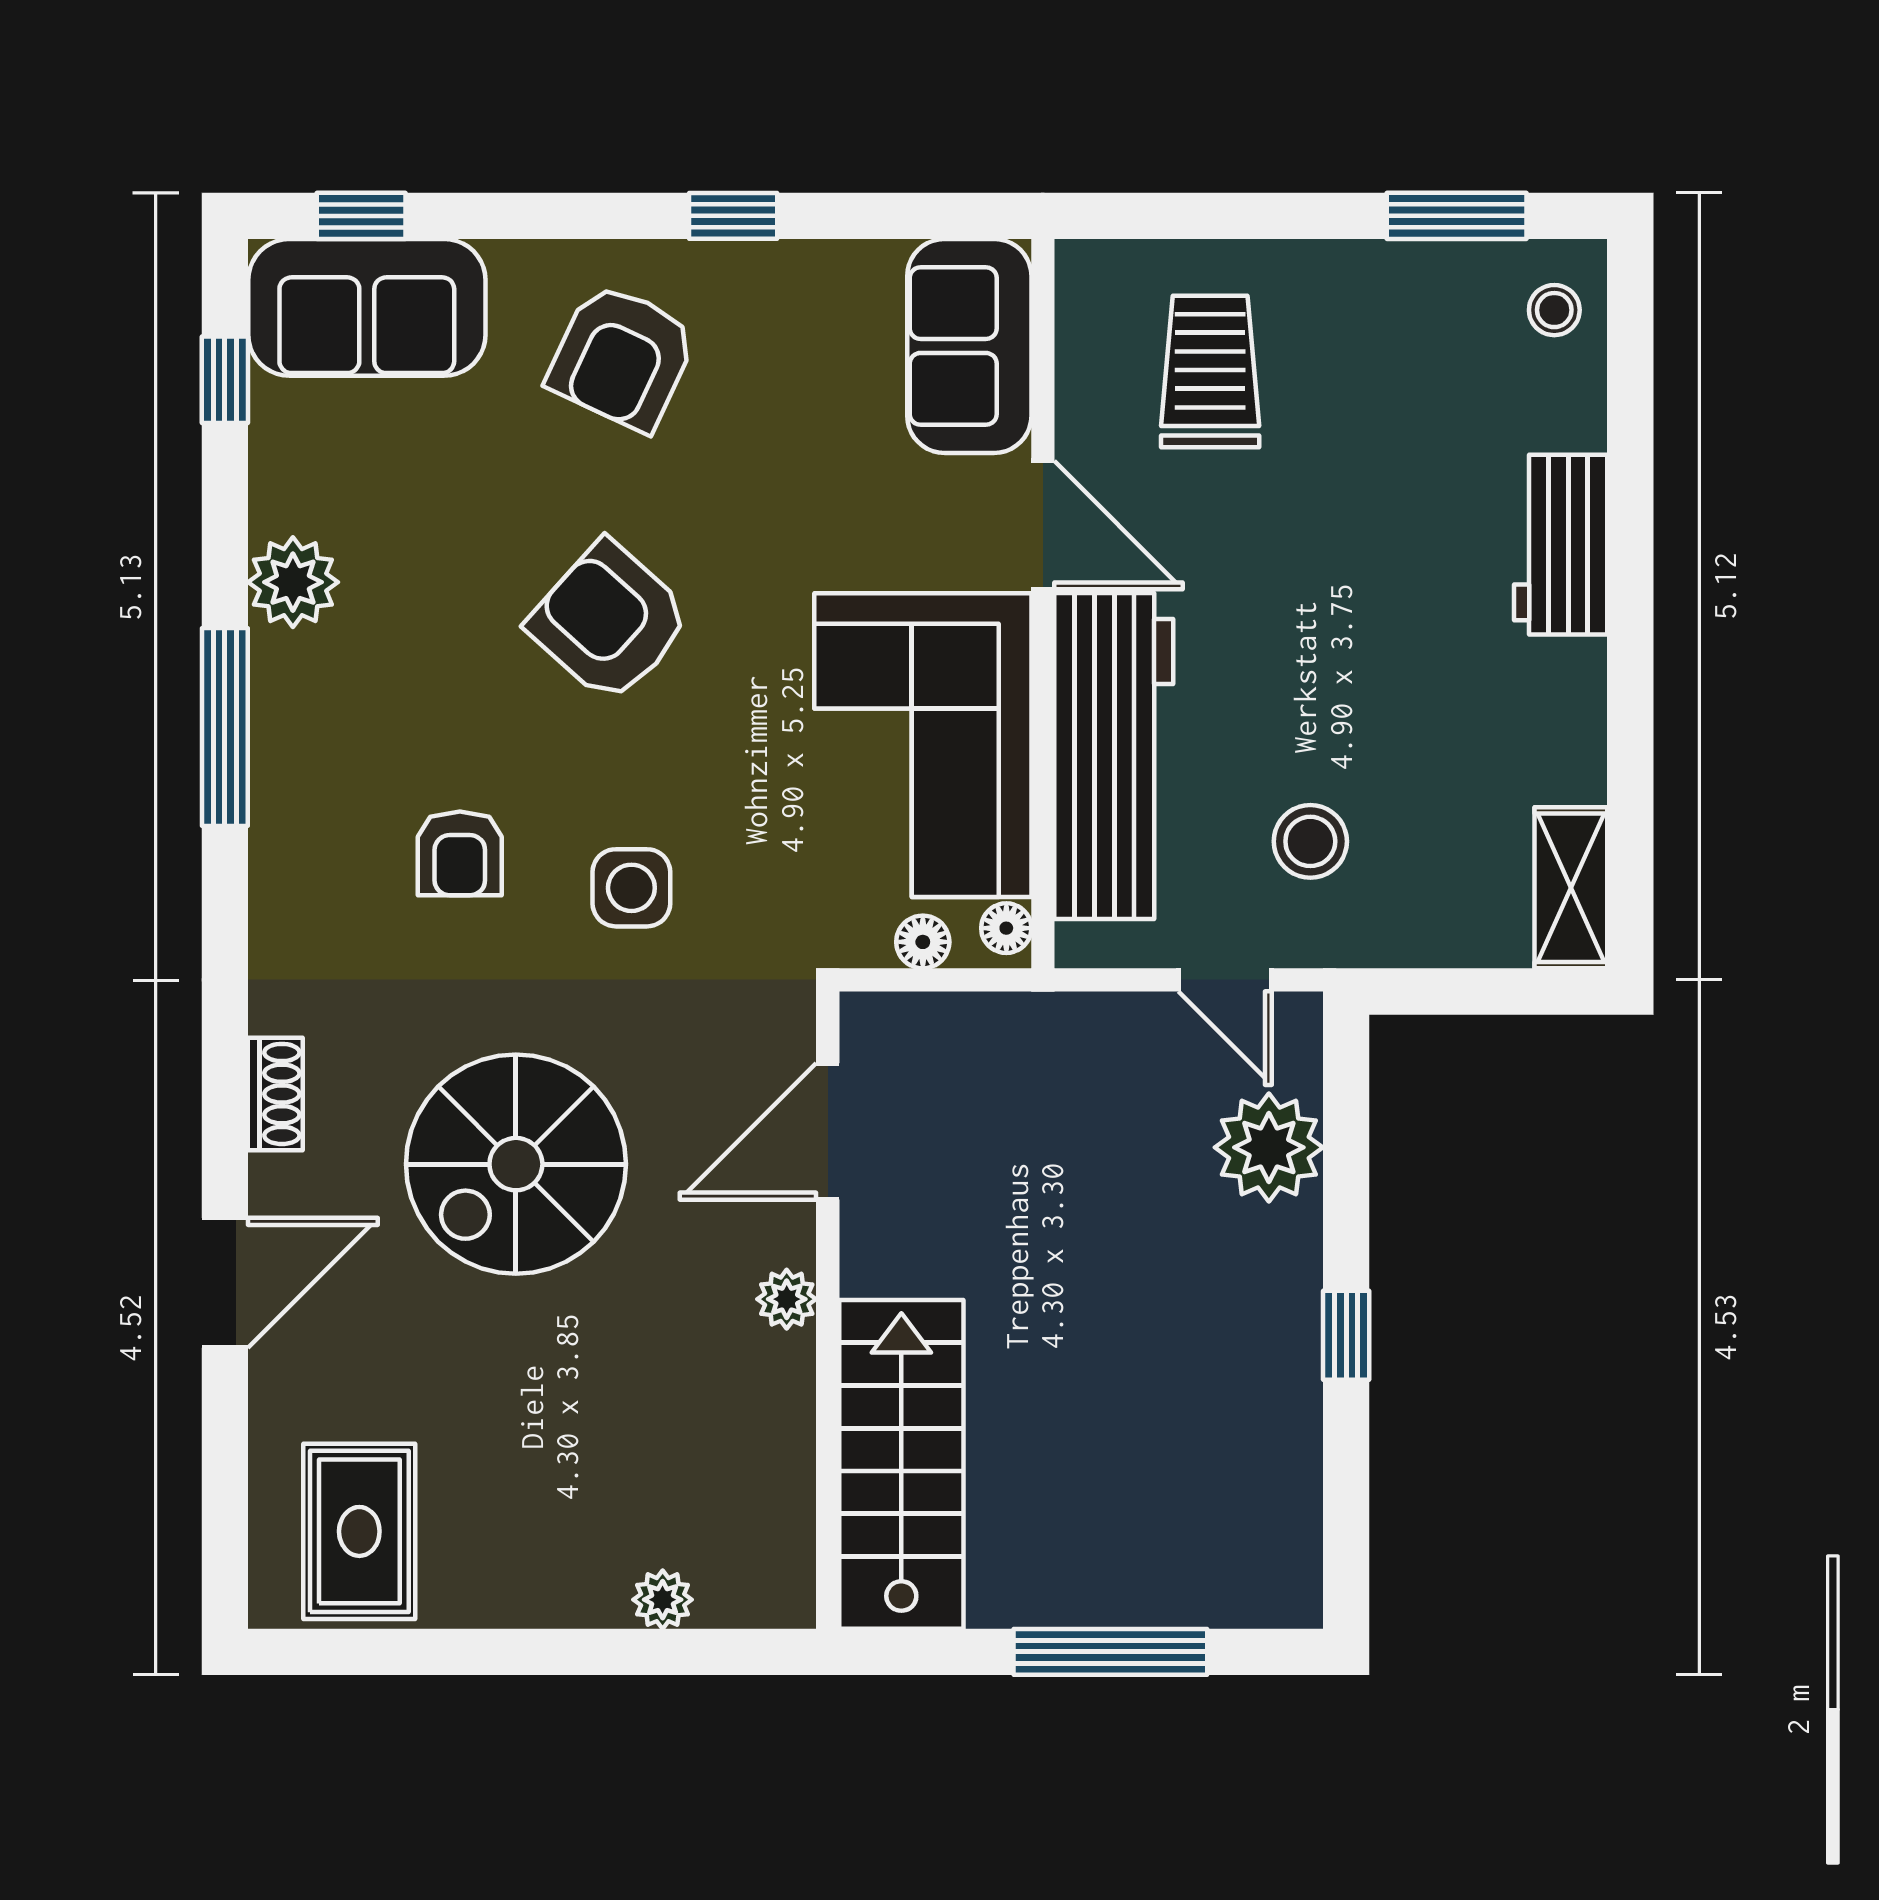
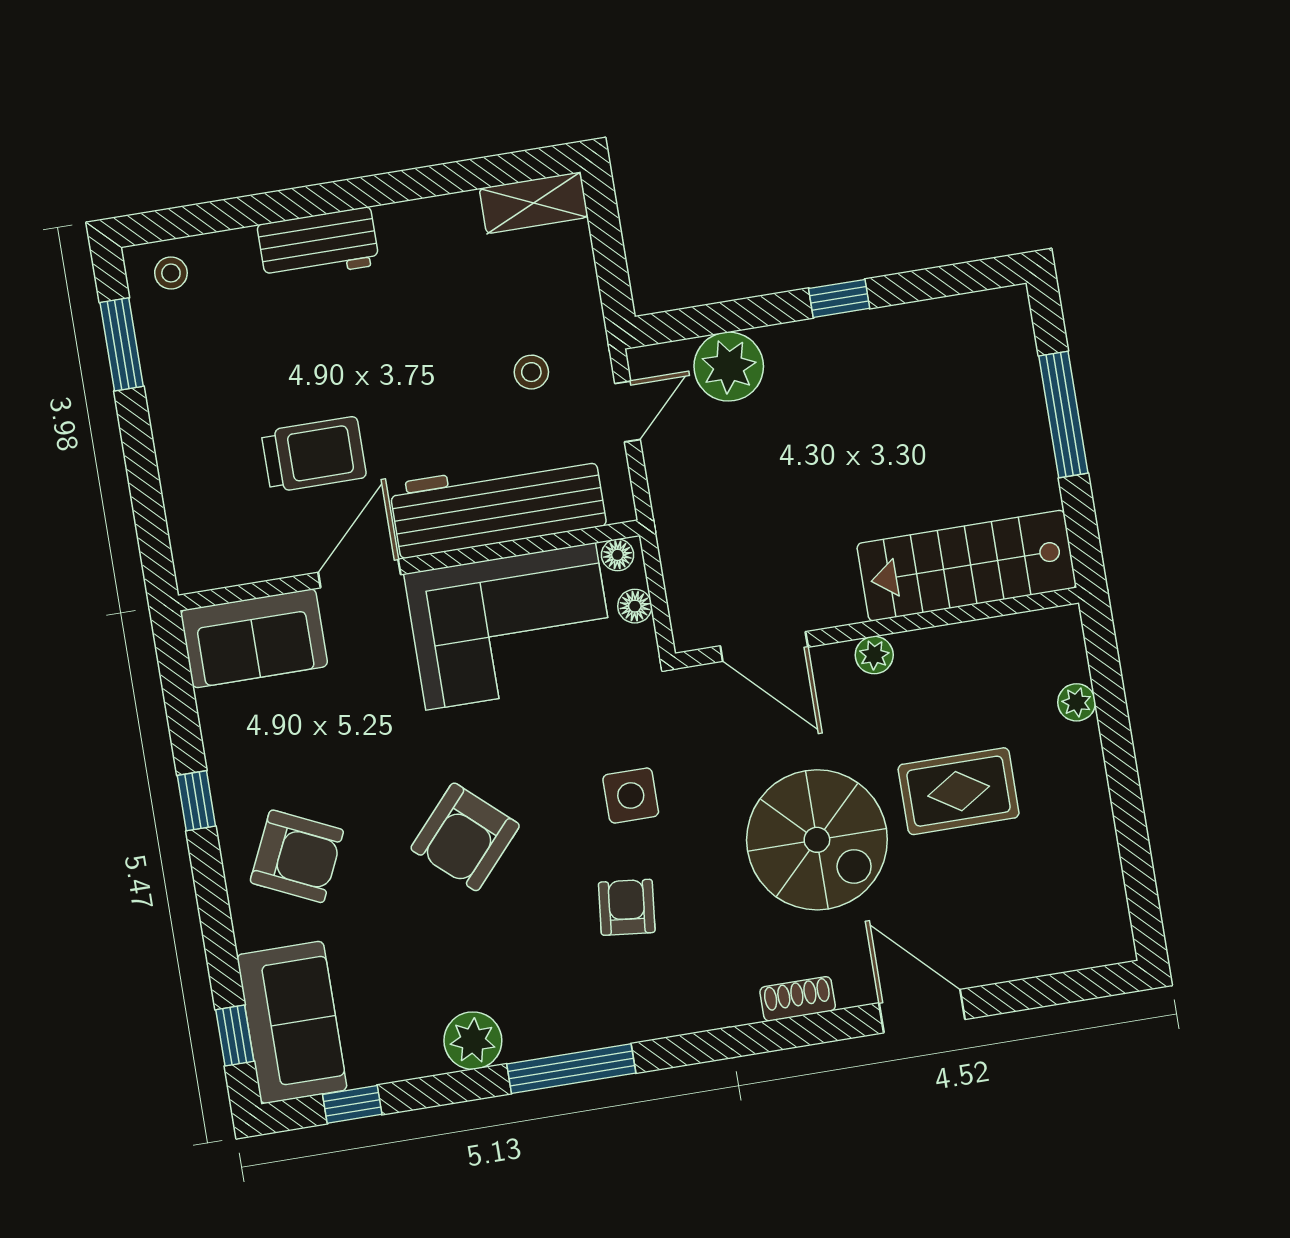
trolley: (1210, 372) -> (314, 454), moved, turned 180
stool: (1310, 841) -> (531, 372), width x0.73, depth x0.73
armchair: (460, 853) -> (627, 907), turned -84
rug: (359, 1531) -> (959, 791), moved

